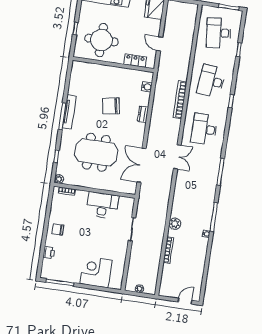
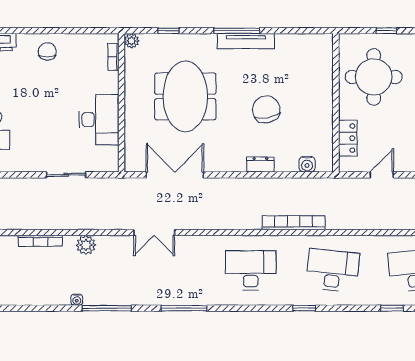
double door: (177, 157) -> (154, 233), moved

